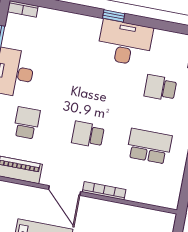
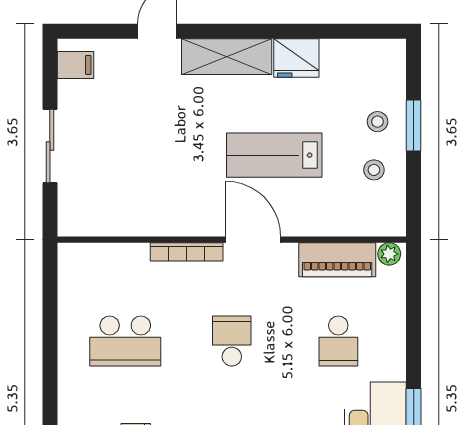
school desk: (88, 135) -> (232, 341), turned -90

